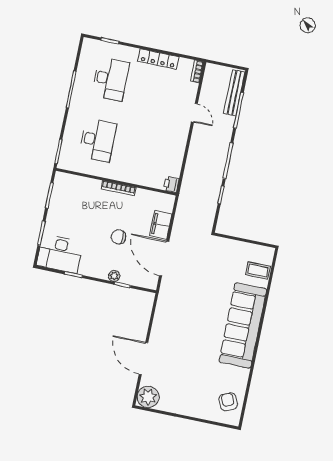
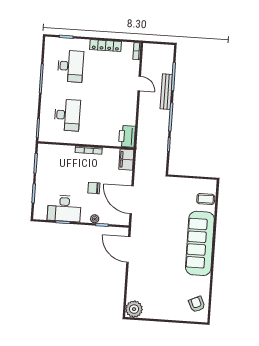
bench: (234, 93) -> (166, 92), moved
printer: (171, 184) -> (127, 136), width x1.87, depth x1.48
filing cabinet: (161, 225) -> (126, 160), moved
desk: (60, 254) -> (64, 208), moved
door: (143, 358) -> (128, 249), moved

